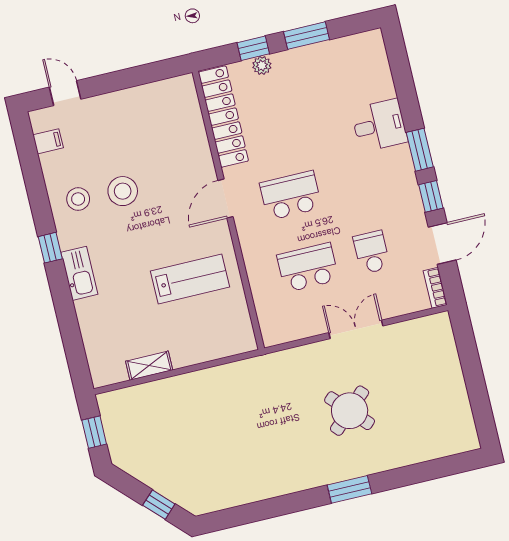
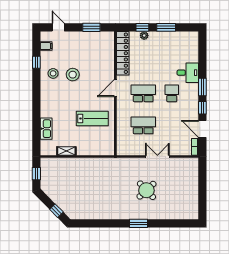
window: (139, 75) -> (91, 27), added
door: (442, 244) -> (202, 129), swing flipped
window: (50, 248) -> (36, 62), moved
school desk: (372, 252) -> (172, 93), moved
kitchen sink: (79, 273) -> (46, 129), moved

